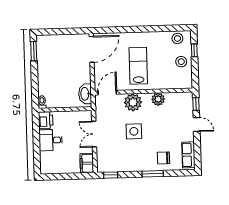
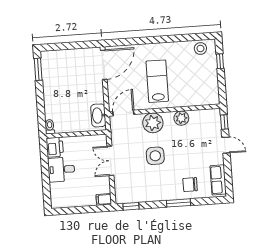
stool: (181, 62) -> (206, 75), removed
filing cabinet: (87, 163) -> (104, 199), width x0.50

